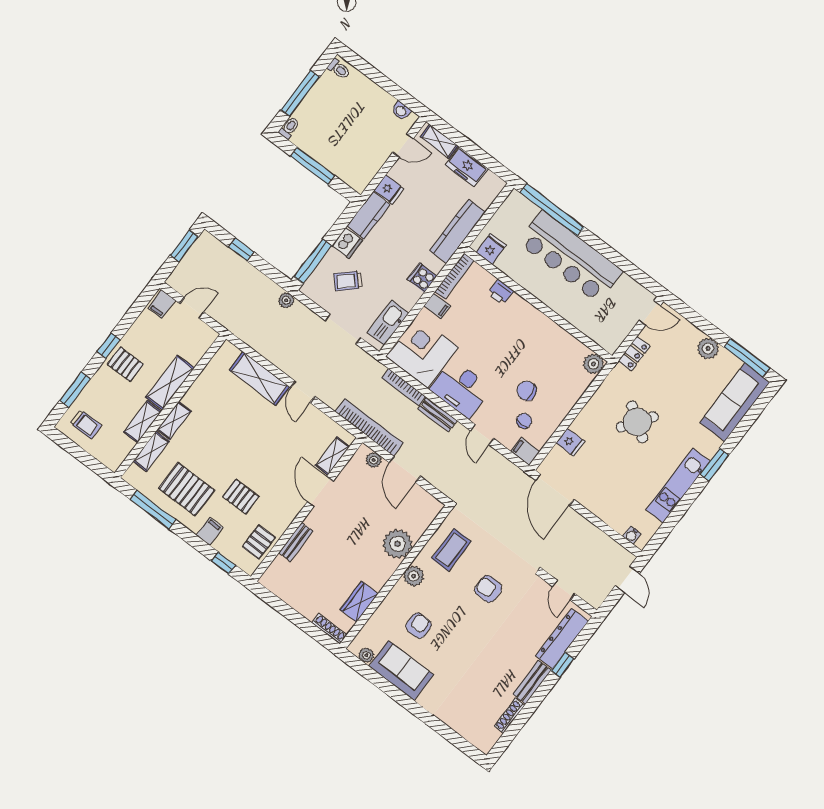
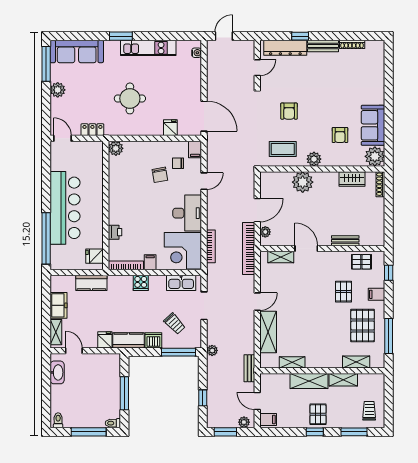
washbasin: (401, 111) -> (57, 372), width x1.91, depth x1.45
kitchen counter: (458, 231) -> (91, 283), width x0.67
plant: (179, 275) -> (244, 422), added
bench: (437, 415) -> (249, 368), moved
shelving: (174, 421) -> (292, 362), moved
round table: (637, 422) -> (130, 98), turned -35
door: (555, 490) -> (204, 116), hinge flipped
door: (320, 492) -> (306, 249), swing flipped
armchair: (418, 626) -> (340, 135), turned -90
plant: (366, 655) -> (375, 156), width x1.88, depth x1.88

